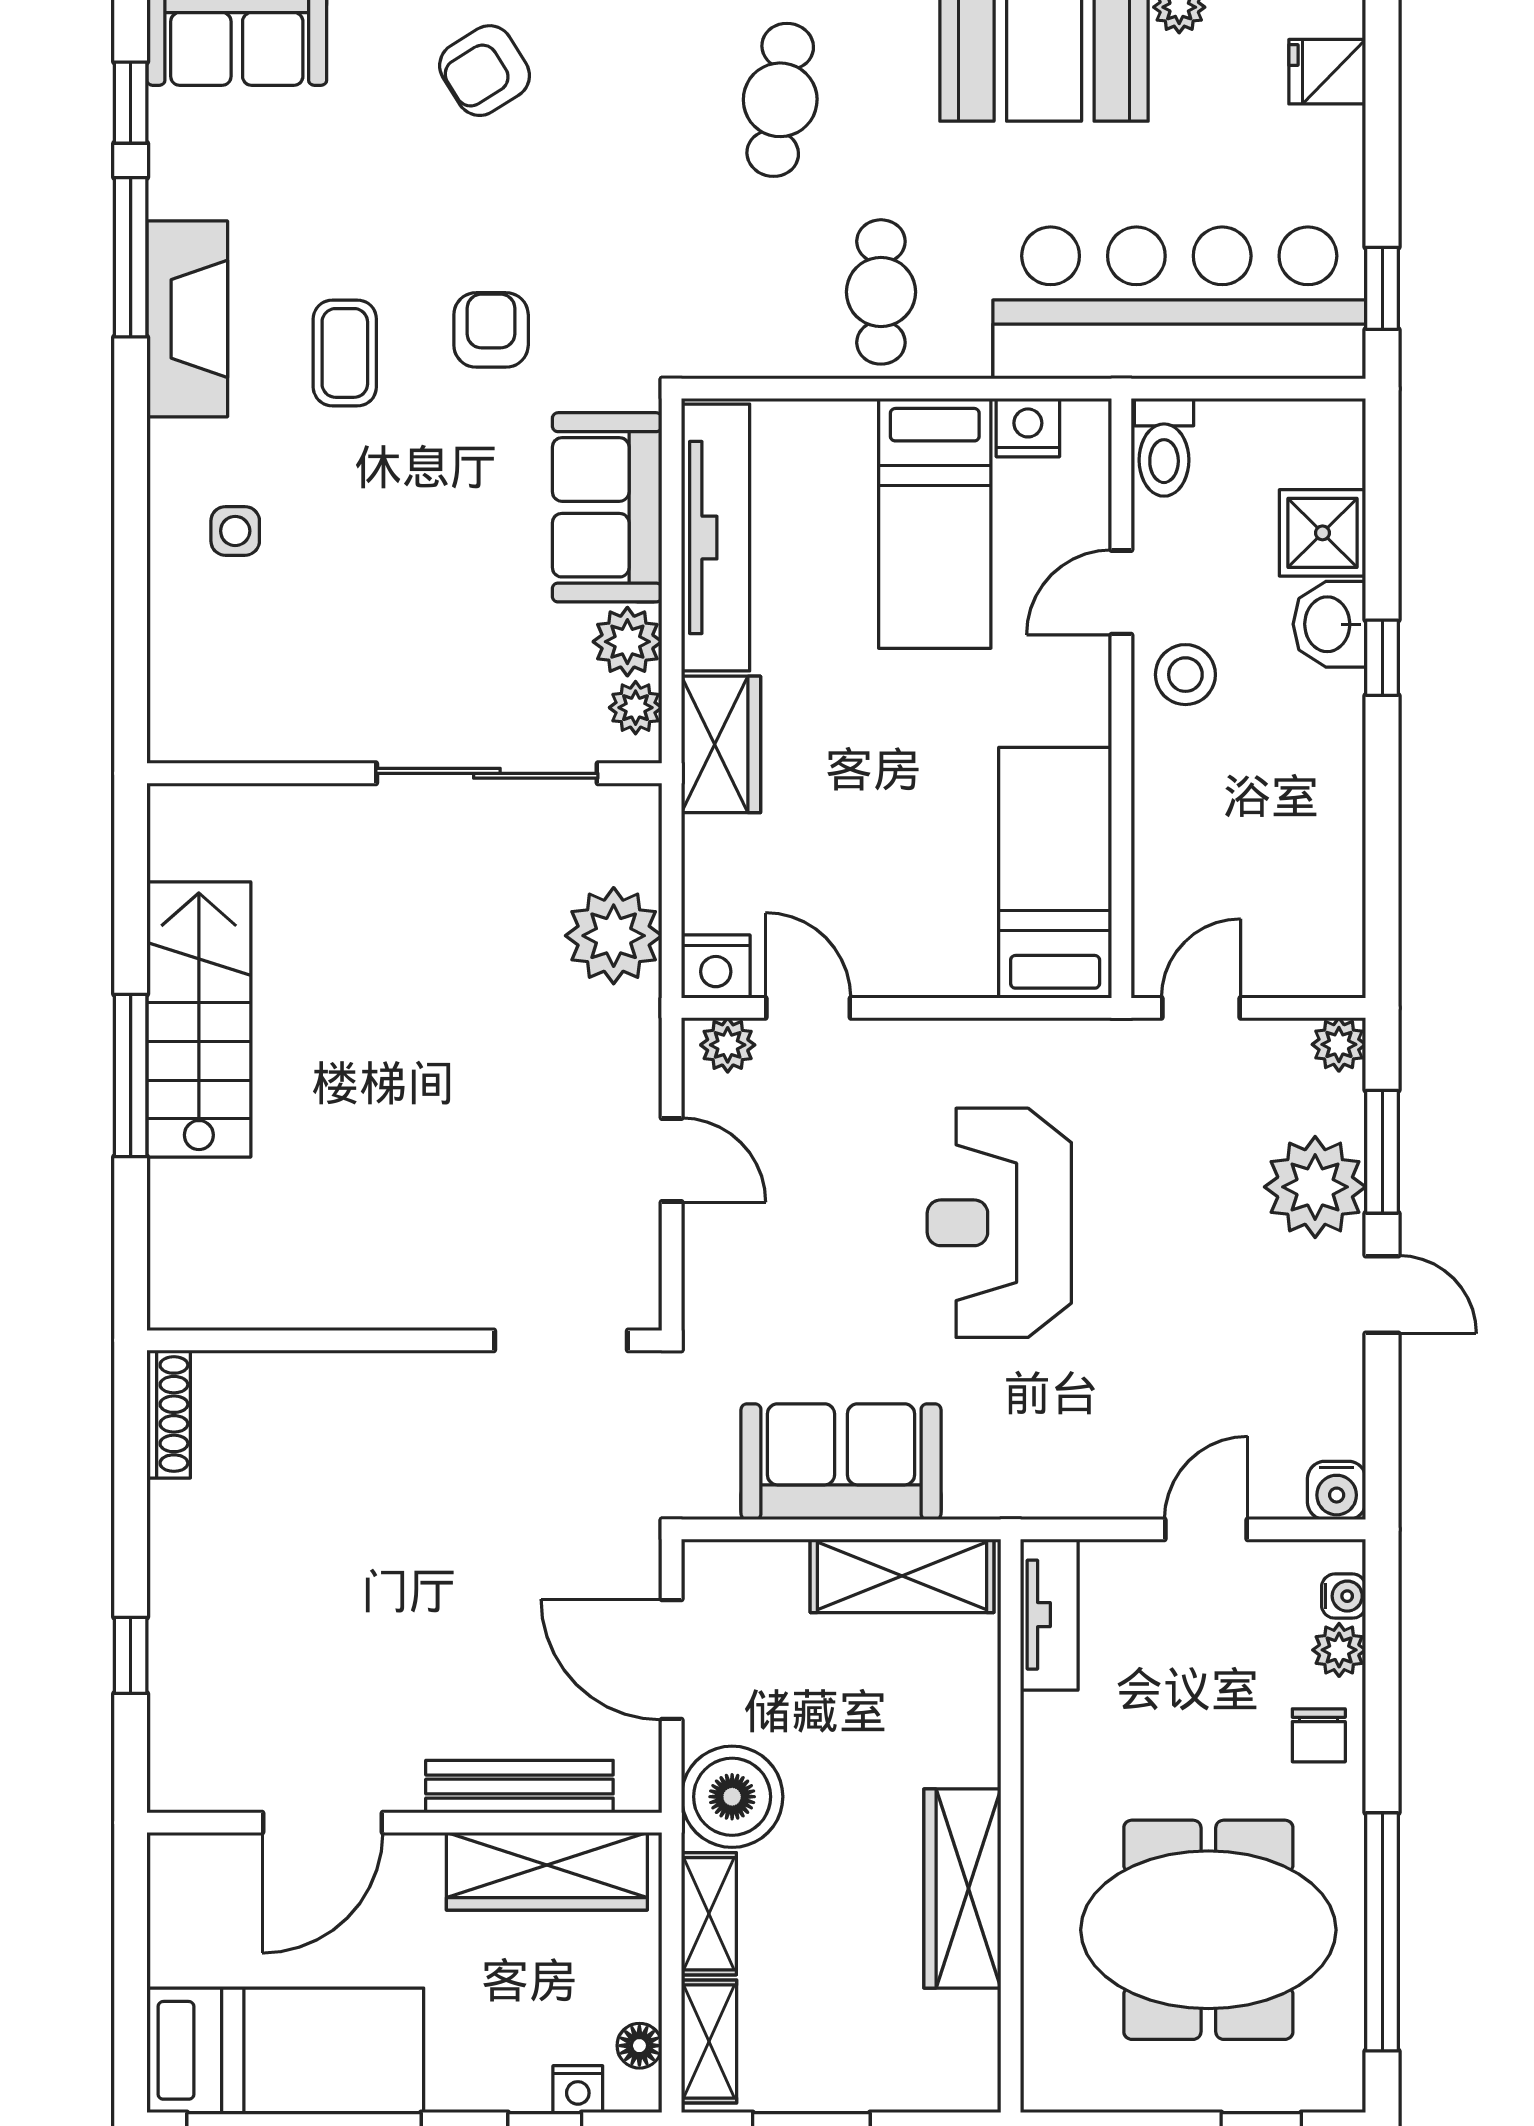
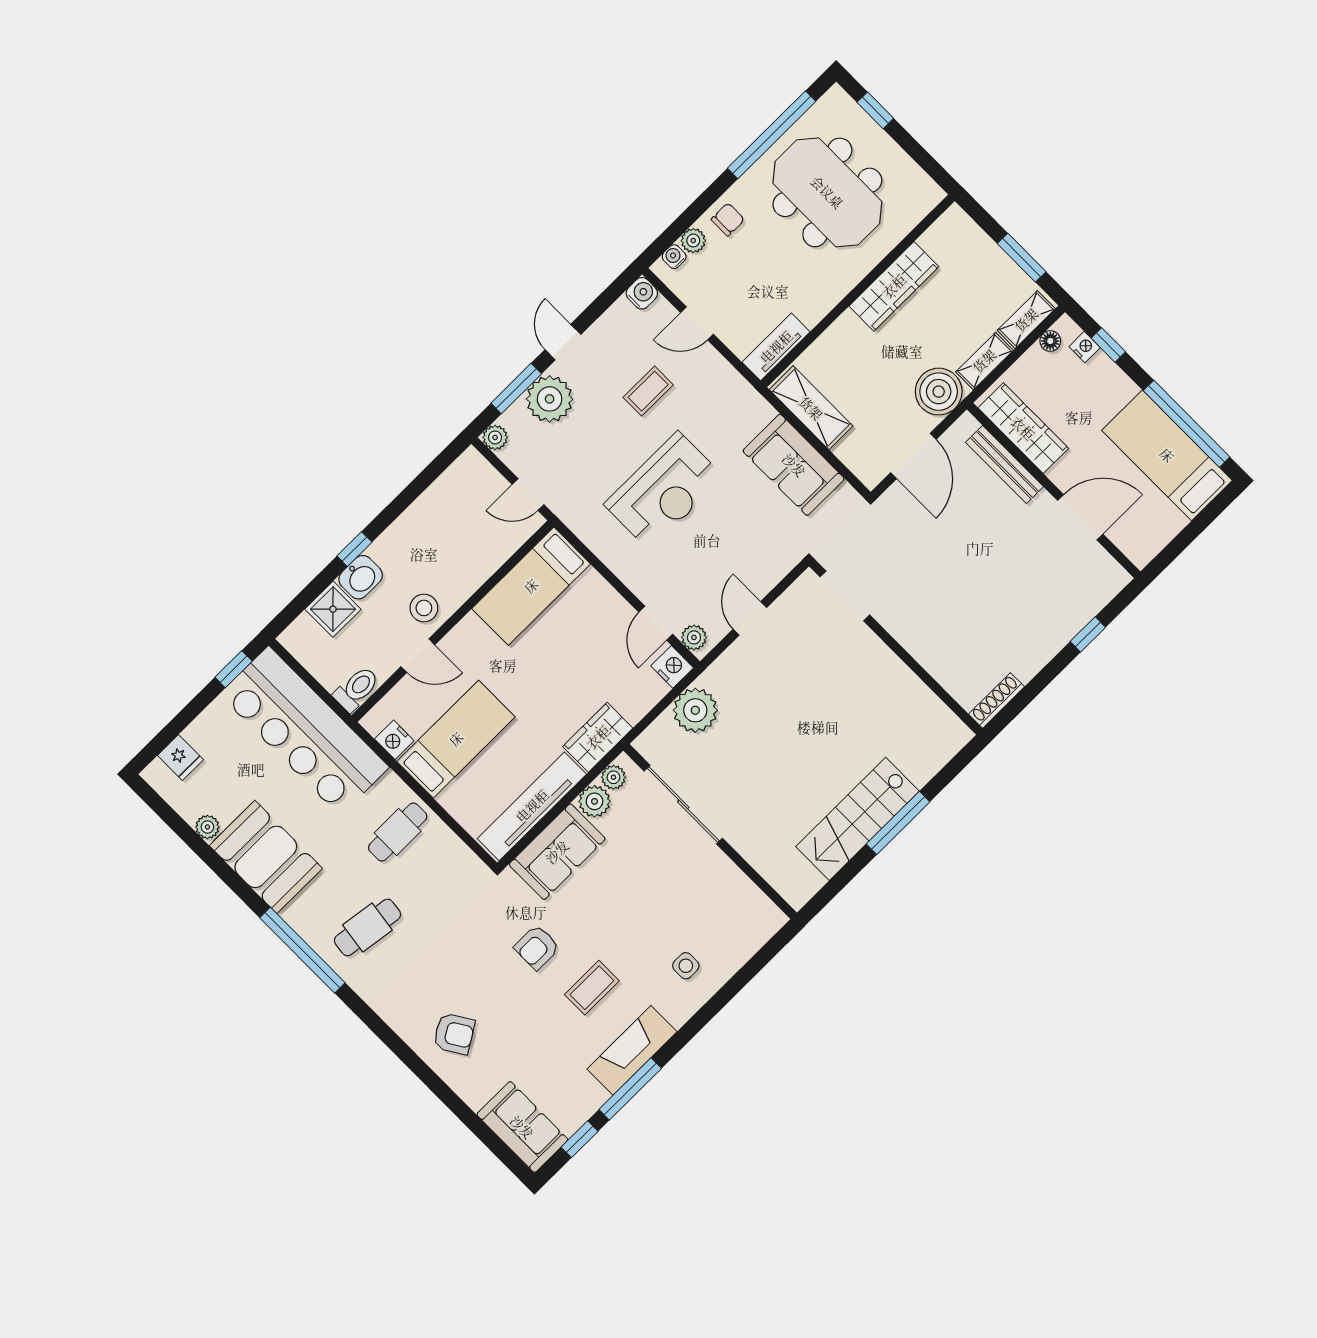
coffee table: (1177, 1351) -> (648, 391), added

